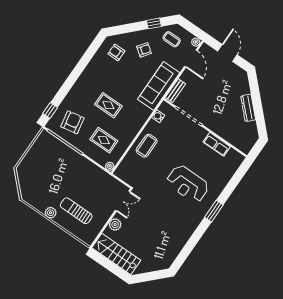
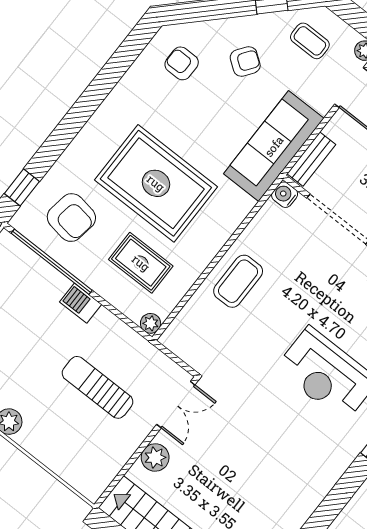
rug: (108, 105) -> (156, 183), width x1.86, depth x2.06
water cooler: (158, 116) -> (285, 195), moved
armchair: (72, 122) -> (71, 218), turned 110
barbecue: (79, 159) -> (81, 303), added
sun lounger: (76, 211) -> (98, 387), moved

